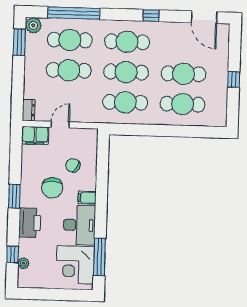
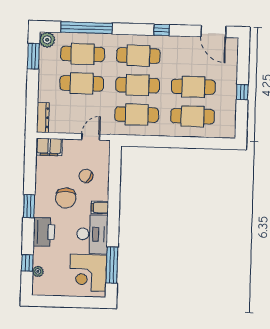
dresser: (29, 110) -> (43, 118), width x1.44
door: (60, 125) -> (91, 137), moved

